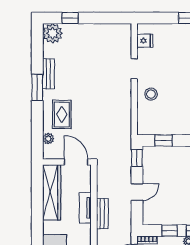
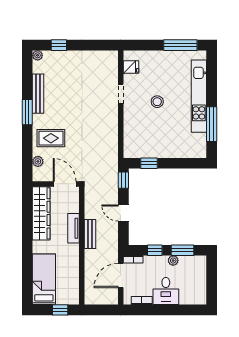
plant: (53, 33) -> (38, 55), width x0.53, depth x0.53
bench: (48, 74) -> (38, 94), width x1.36
stool: (151, 94) -> (157, 102), moved
rug: (62, 114) -> (51, 138), turned 90
door: (137, 192) -> (123, 213), swing flipped

